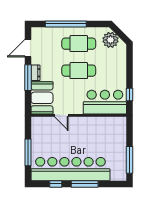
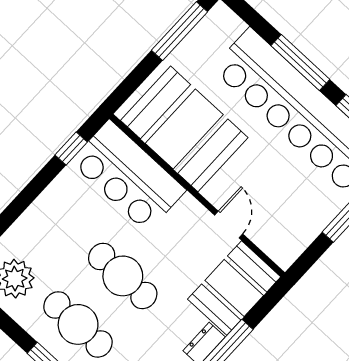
booth: (101, 132) -> (184, 129), added

